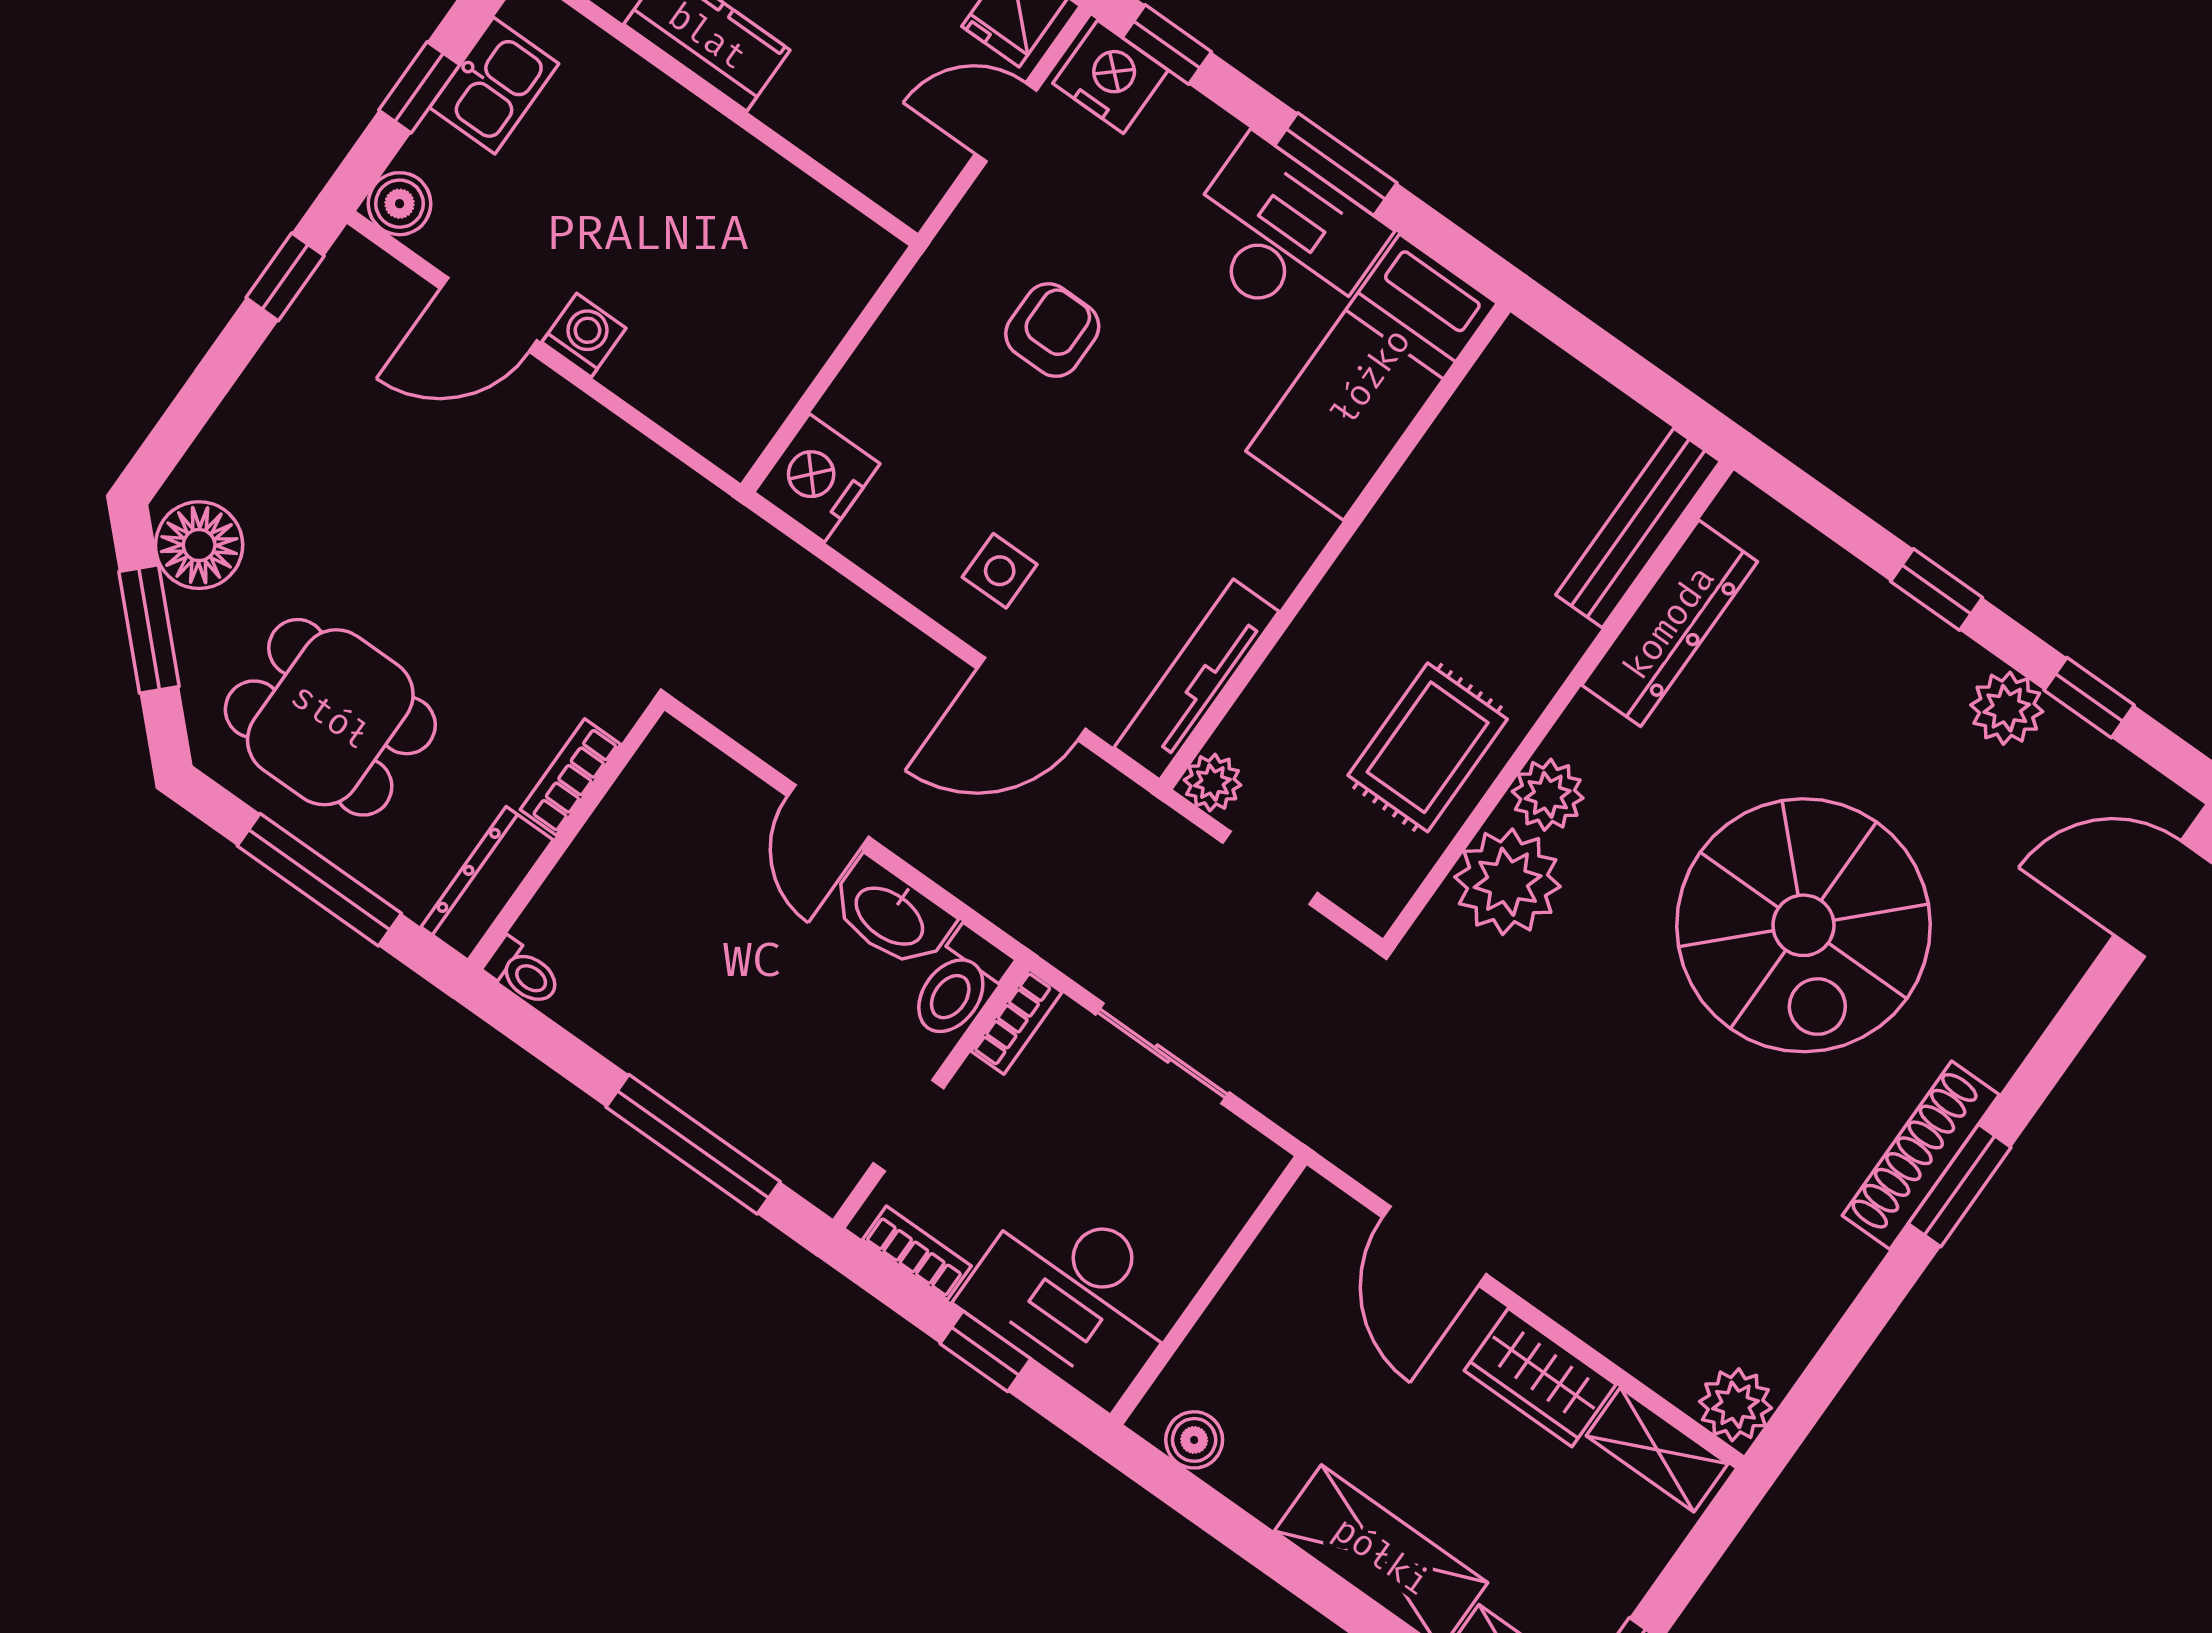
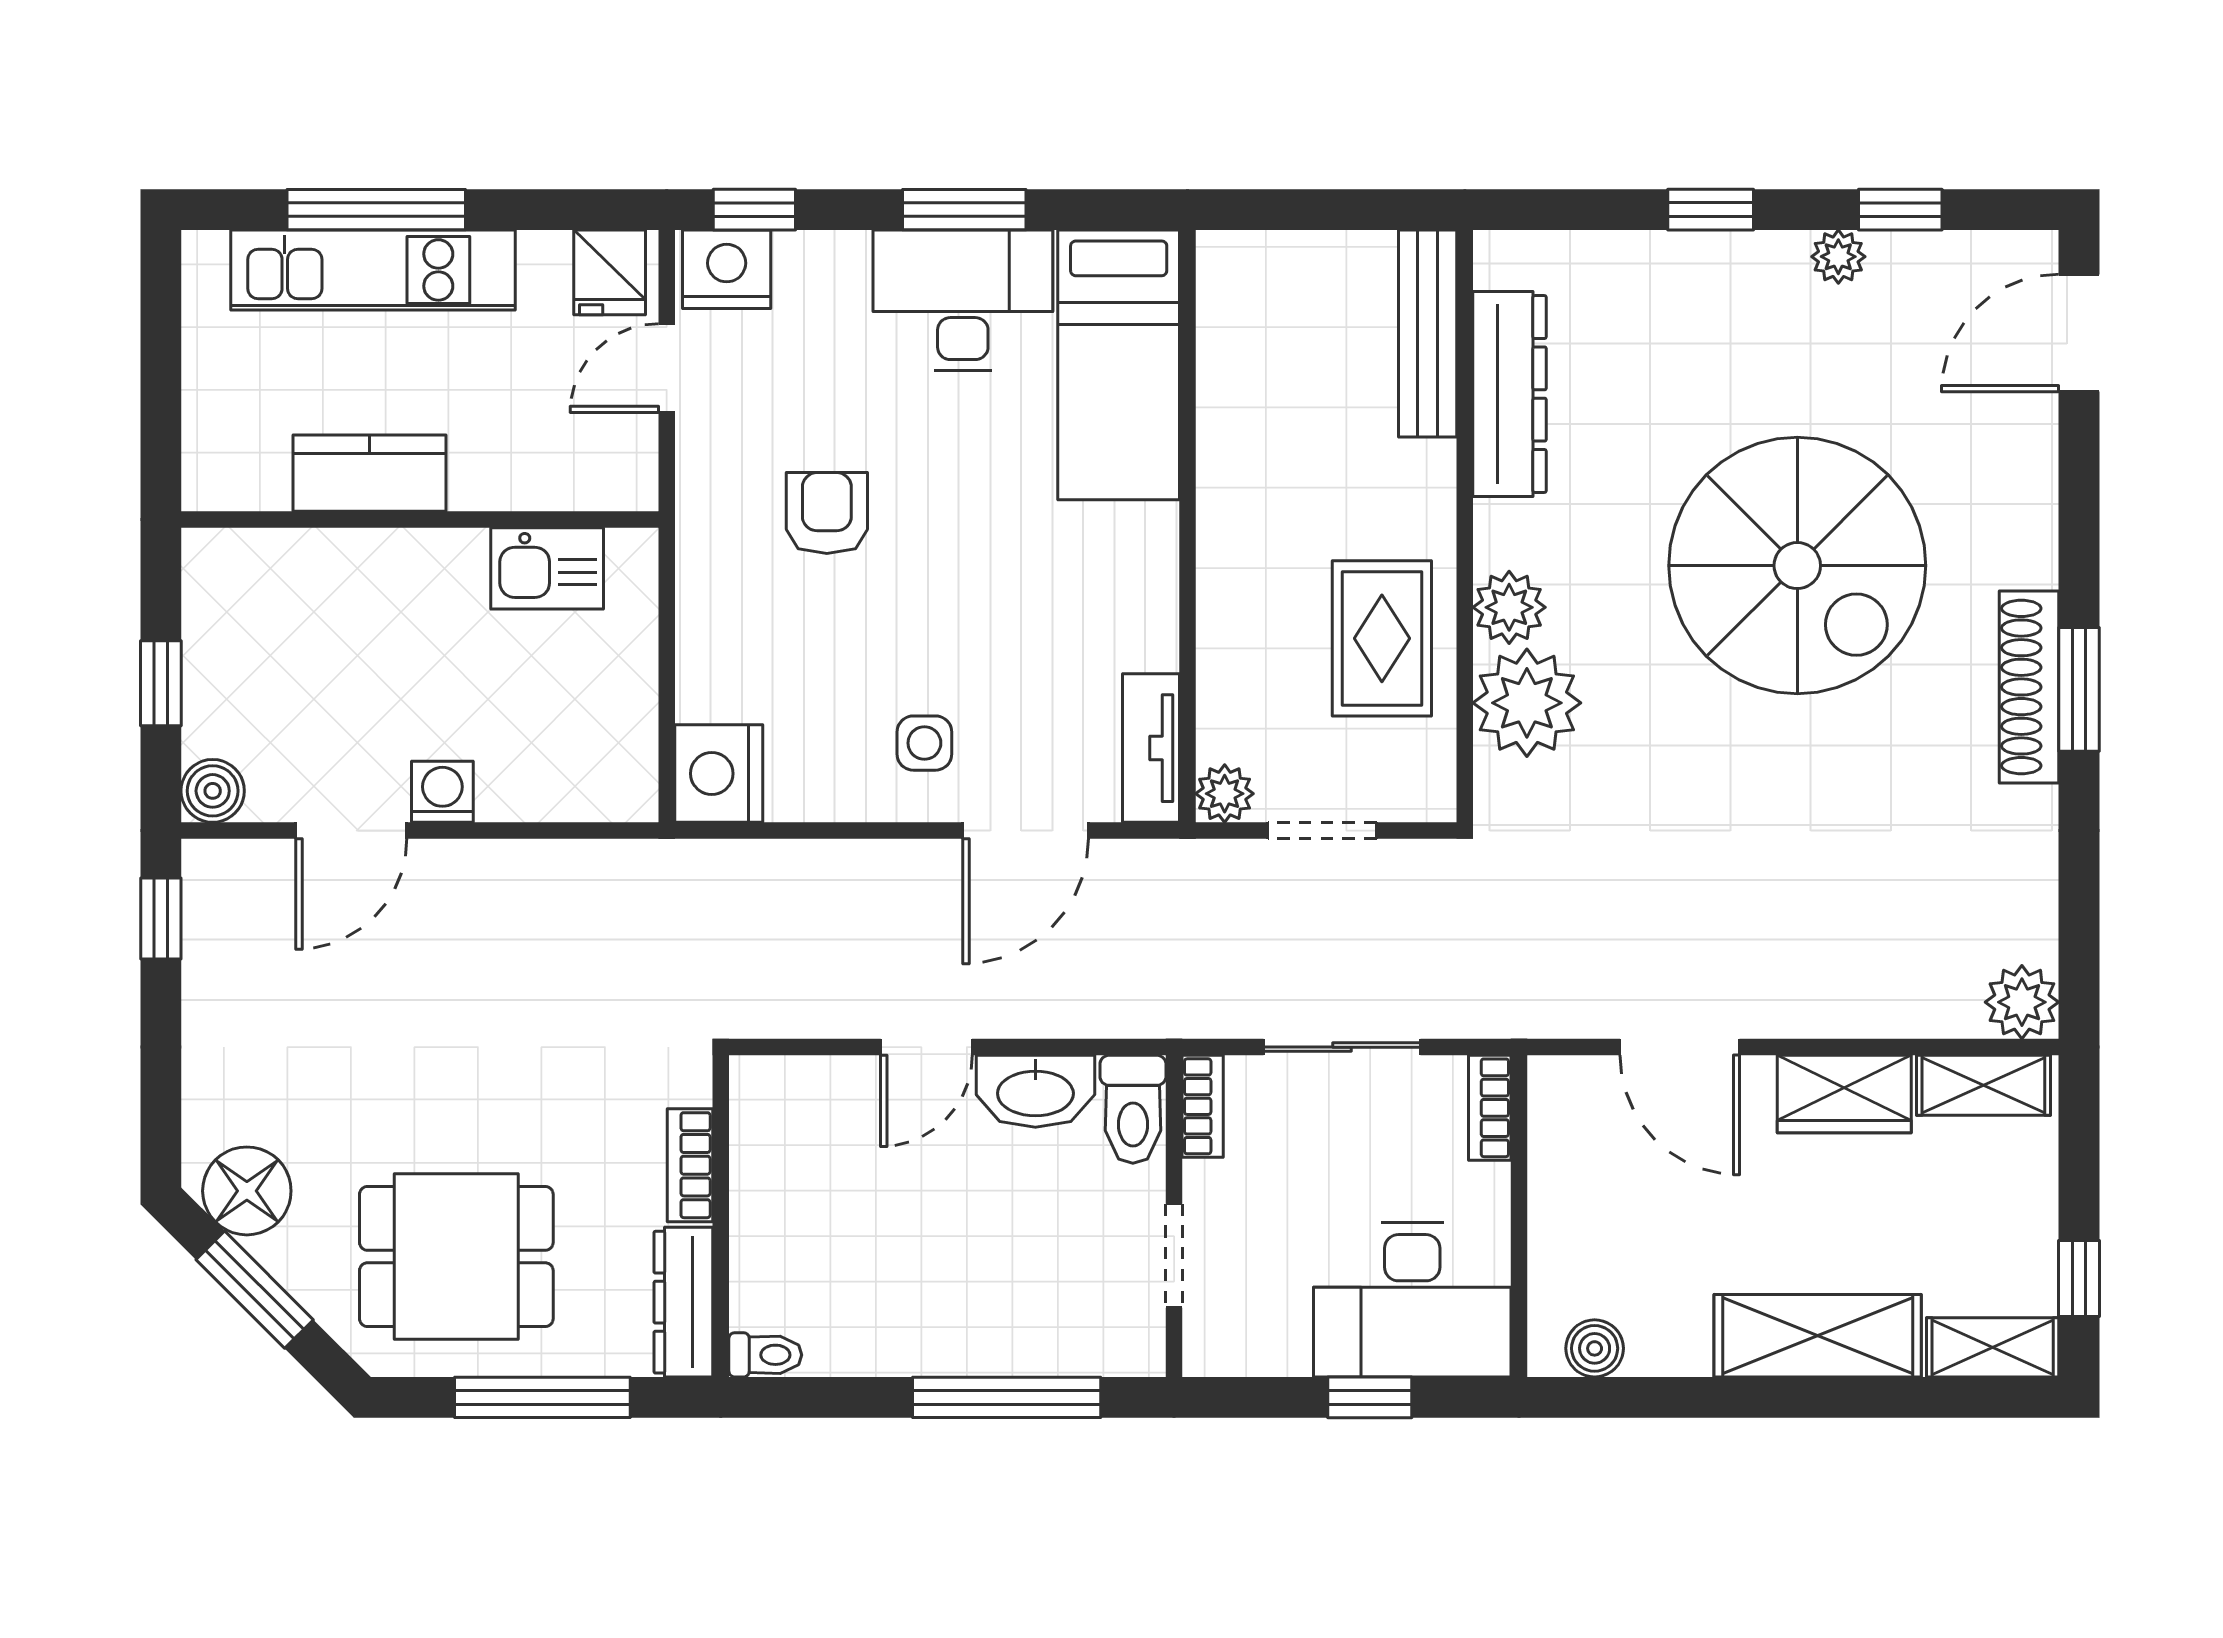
kitchen sink: (494, 86) -> (547, 568), moved, turned 90
tv unit: (1197, 679) -> (1151, 748), width x0.71
plant: (2007, 708) -> (1838, 257), width x0.73, depth x0.73
door: (828, 817) -> (926, 1047), hinge flipped
bookcase: (917, 1253) -> (1490, 1108), moved, turned -90

